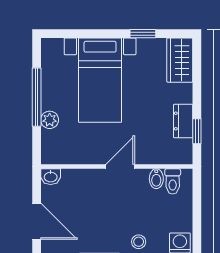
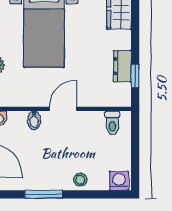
bidet: (156, 179) -> (34, 120), moved

